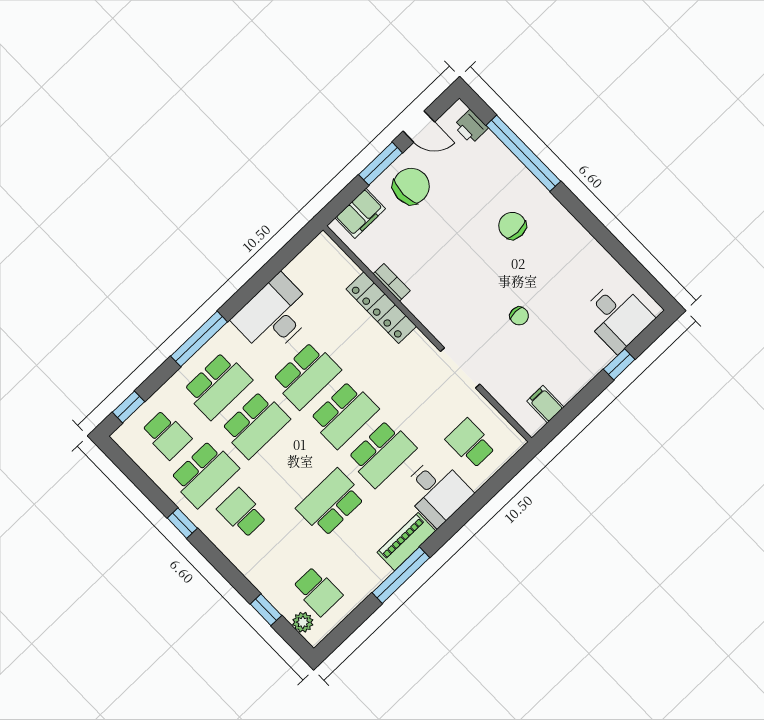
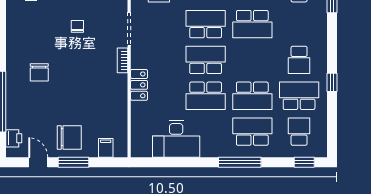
chair: (411, 186) -> (69, 137), turned 180
filing cabinet: (360, 213) -> (106, 148), width x0.50
bookcase: (392, 282) -> (122, 60), moved
locker: (381, 308) -> (139, 85), width x0.66
desk: (274, 315) -> (176, 139), moved
school desk: (306, 375) -> (206, 96), turned 180
school desk: (255, 425) -> (252, 96), turned 180

